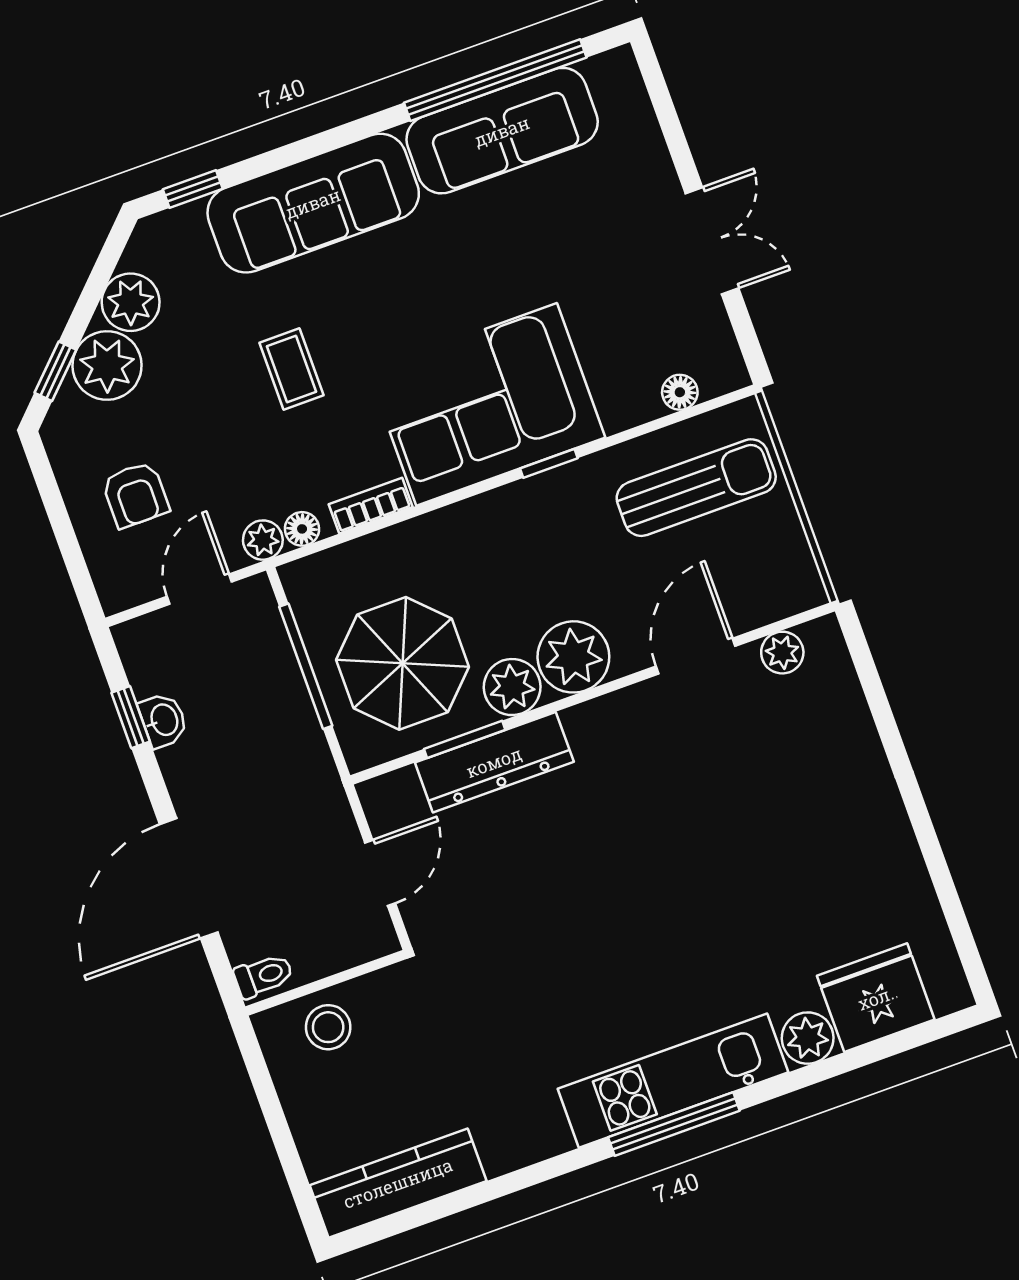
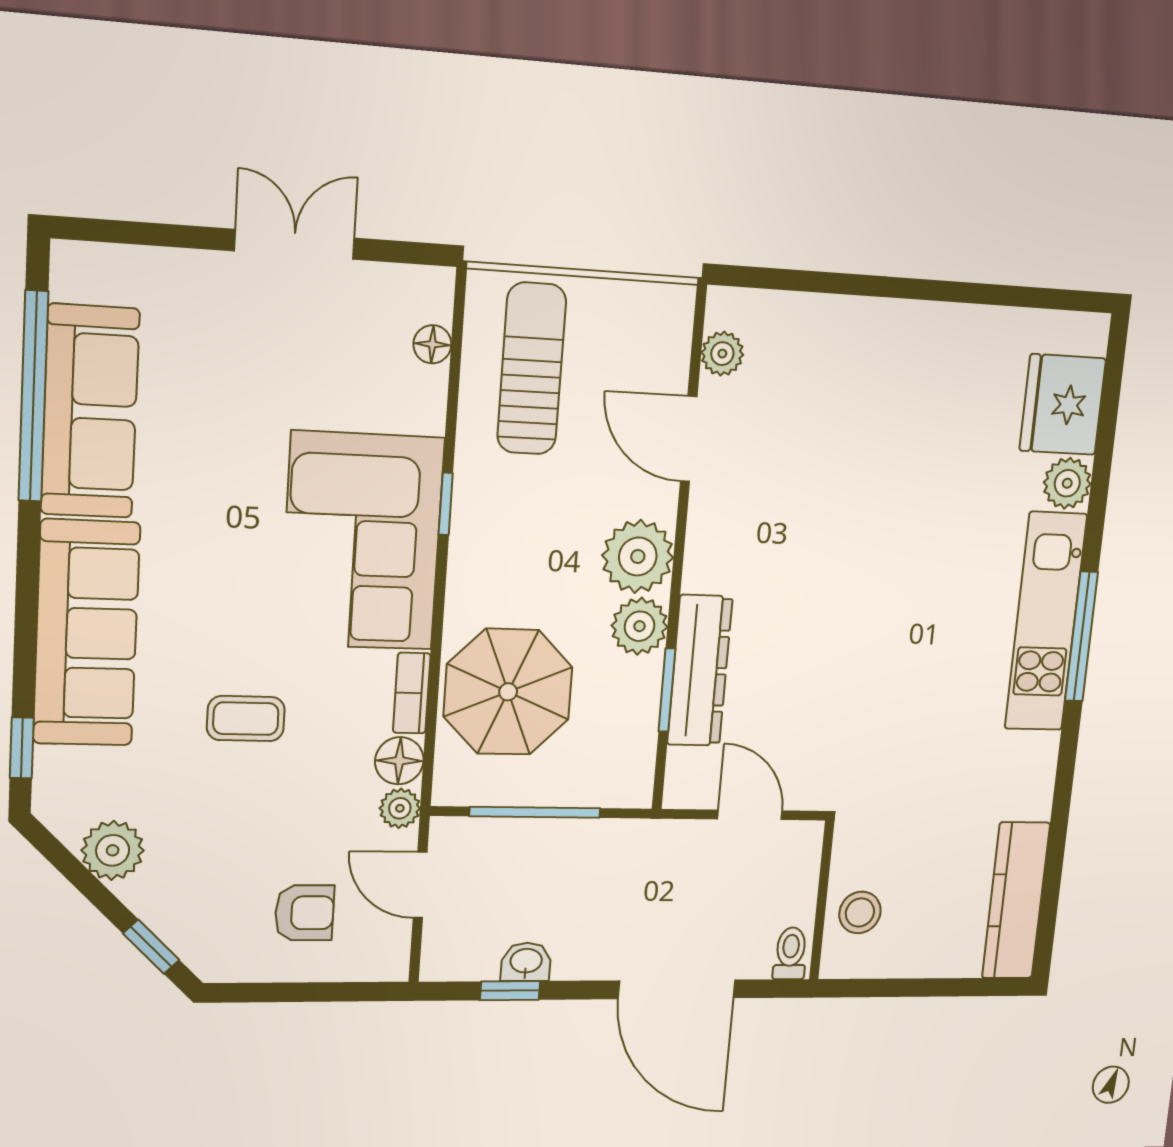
plant: (107, 365) -> (166, 895), removed
floor lamp: (302, 529) -> (399, 761), width x1.37, depth x1.37
parasol: (403, 663) -> (508, 692), moved

